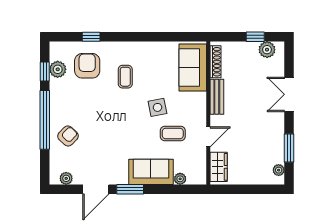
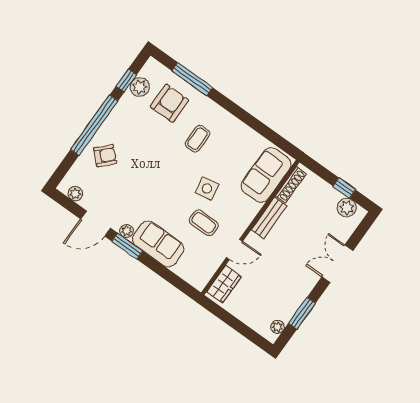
window: (91, 37) -> (192, 79), width x2.17
plant: (180, 179) -> (127, 231), moved

